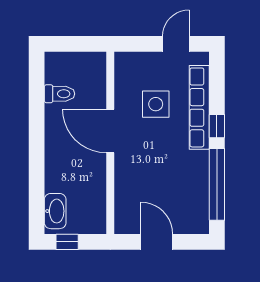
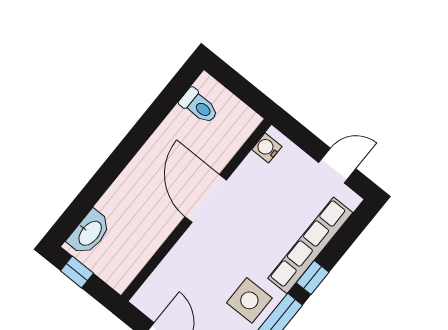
water cooler: (123, 69) -> (267, 148), added
toilet: (59, 94) -> (199, 106), moved
side table: (156, 104) -> (249, 300), moved

